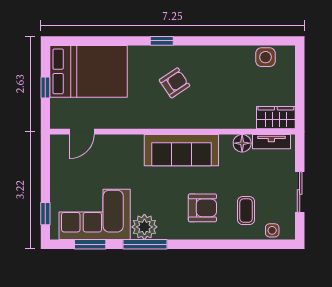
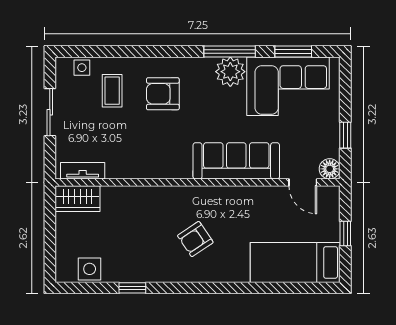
window: (162, 41) -> (132, 288), moved
bed: (89, 71) -> (295, 262), width x0.67
door: (82, 132) -> (303, 182), swing flipped
floor lamp: (242, 143) -> (330, 169), moved
sofa: (181, 150) -> (236, 161), moved
window: (45, 214) -> (345, 135), moved

